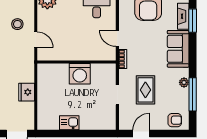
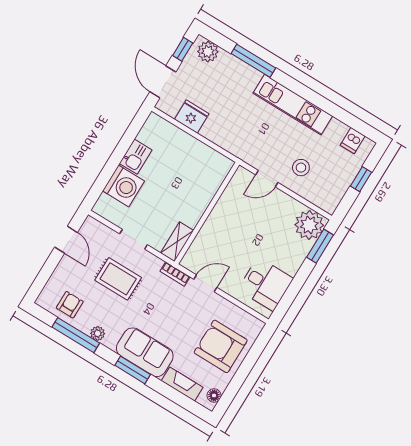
window: (193, 21) -> (133, 370), moved
shelving: (103, 69) -> (177, 242), added
washing machine: (80, 74) -> (123, 186), moved, turned 180
fridge: (27, 92) -> (192, 117), moved
armchair: (175, 120) -> (70, 305), moved, turned 180

